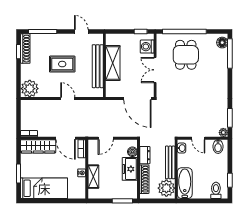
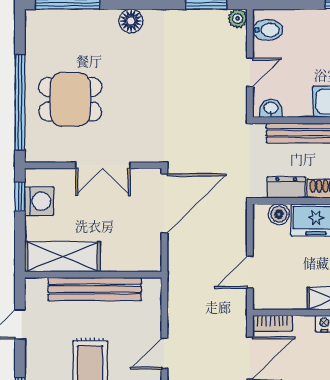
floor lamp: (222, 43) -> (131, 21), moved
washing machine: (147, 47) -> (39, 201), moved, turned -90
shelving: (113, 63) -> (63, 257), moved
door: (106, 138) -> (250, 272), swing flipped

